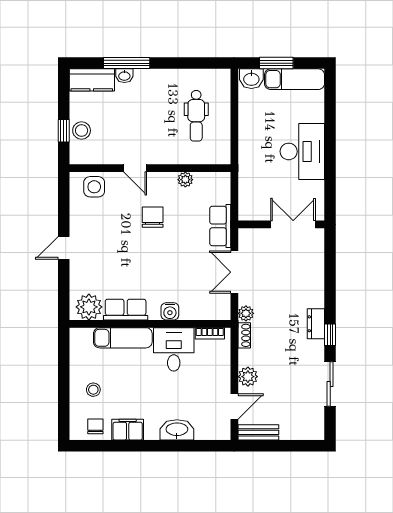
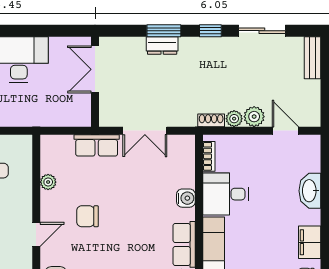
window: (330, 290) -> (164, 31), added
plant: (246, 313) -> (234, 119), moved
dresser: (316, 324) -> (162, 45), moved
bench: (258, 432) -> (312, 58), moved

